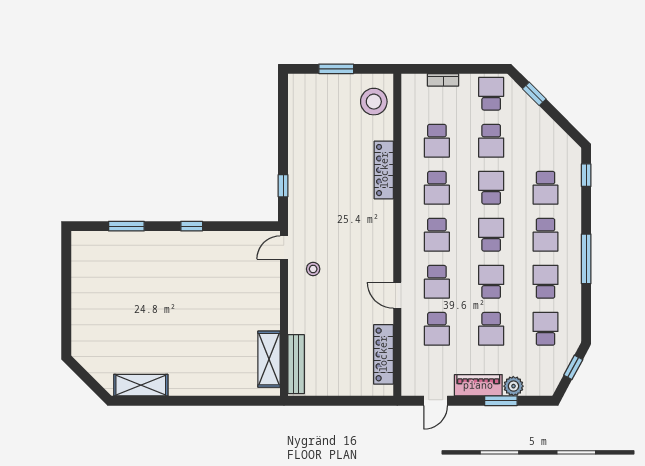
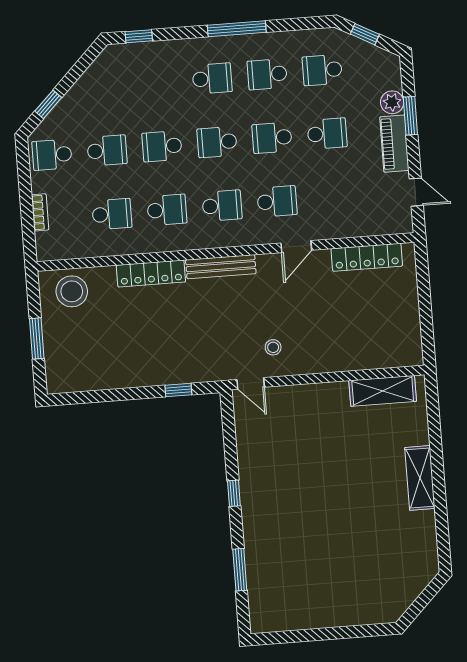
school desk: (545, 188) -> (157, 83), removed
school desk: (437, 329) -> (332, 197), removed
bench: (296, 364) -> (221, 267), moved
shelving: (141, 385) -> (420, 478), moved

